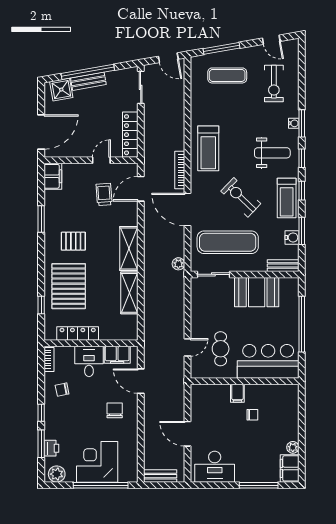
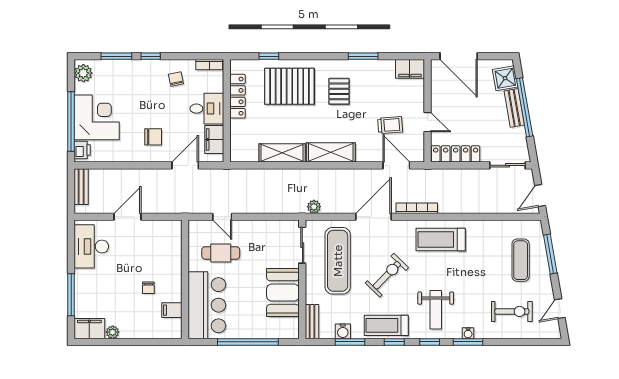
exercise bike: (274, 83) -> (512, 311), turned 180
filing cabinet: (237, 393) -> (172, 310), moved
printer: (51, 448) -> (82, 150), moved, turned -90

